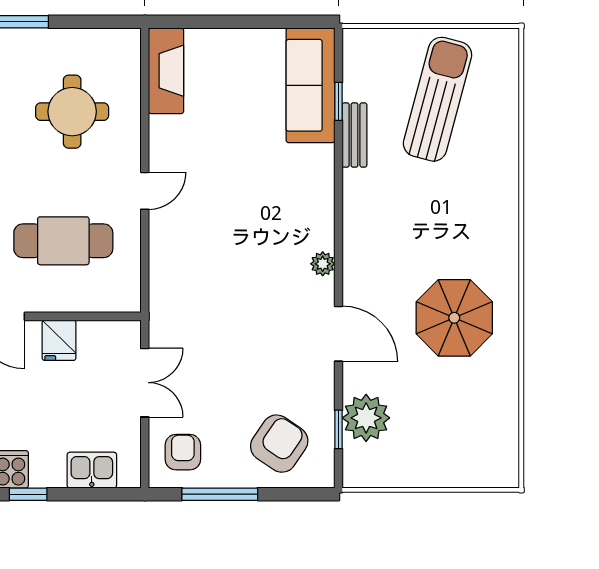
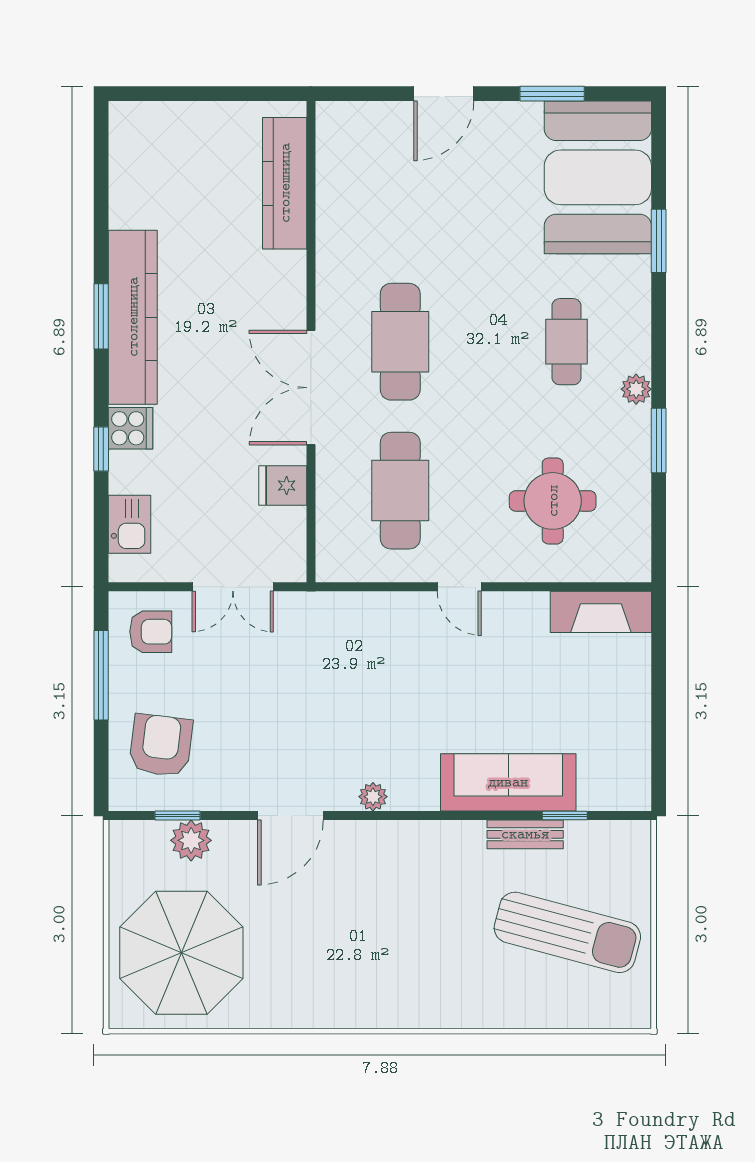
sofa: (310, 85) -> (508, 782), moved
parasol: (454, 318) -> (181, 953), moved, width x1.36, depth x1.36
plant: (366, 418) -> (191, 840), width x0.73, depth x0.73
armchair: (279, 444) -> (161, 745), turned -117

